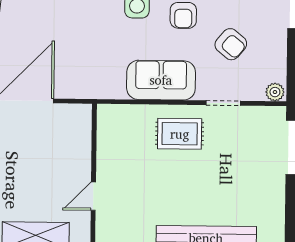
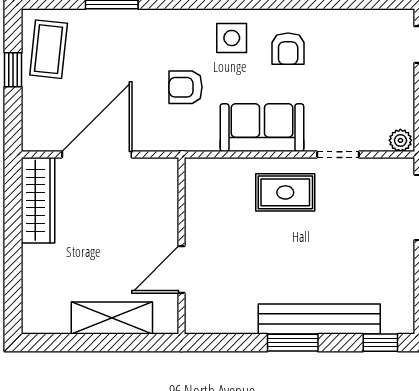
armchair: (231, 44) -> (186, 87), moved, turned 140
door: (93, 196) -> (182, 270), width x1.37

